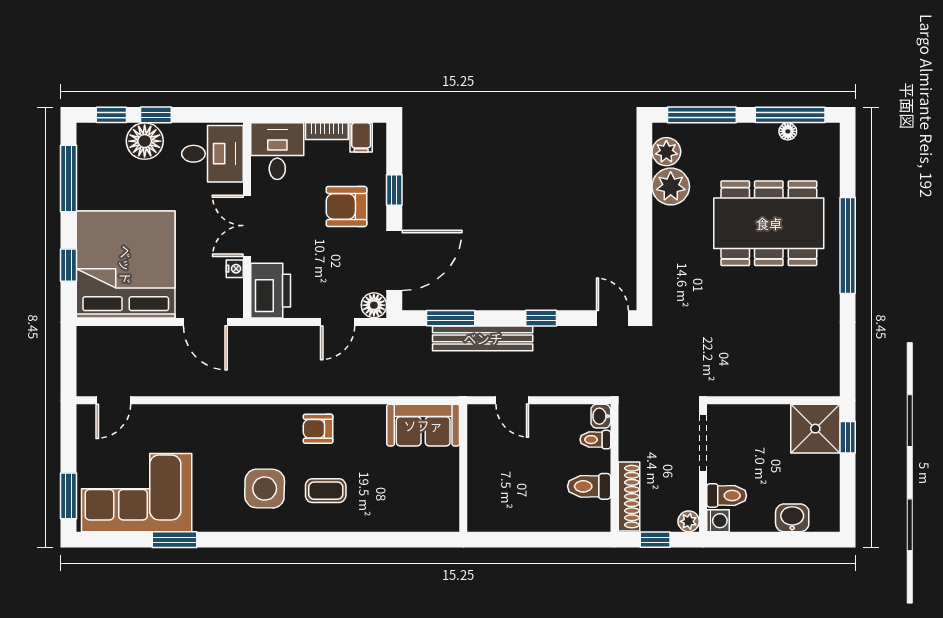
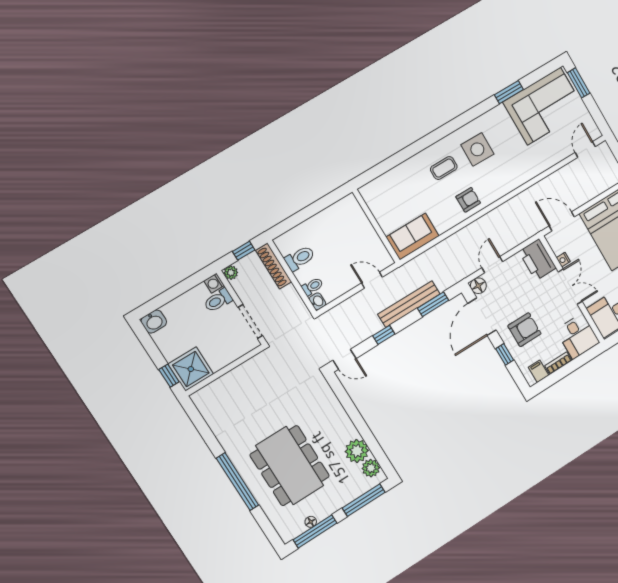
dining table: (769, 223) -> (290, 466), turned 90
washbasin: (792, 518) -> (154, 322), moved

